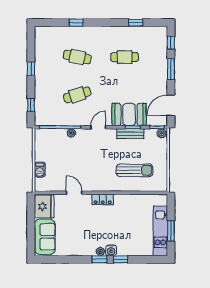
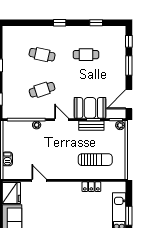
window: (76, 23) -> (60, 23), moved
door: (98, 127) -> (62, 120), hinge flipped
locker: (103, 199) -> (91, 187), moved

